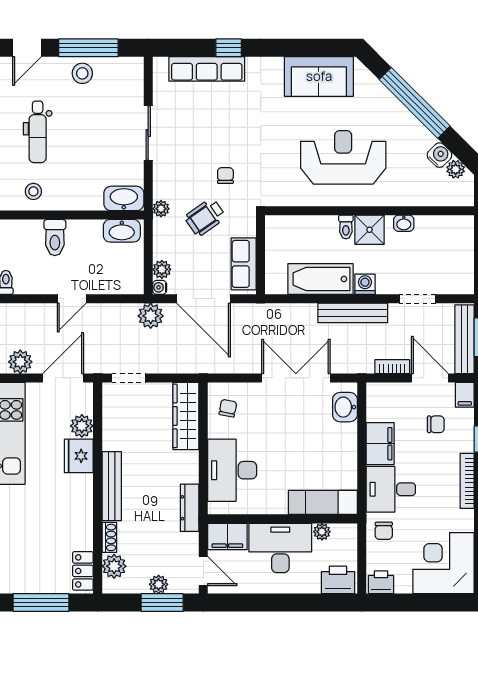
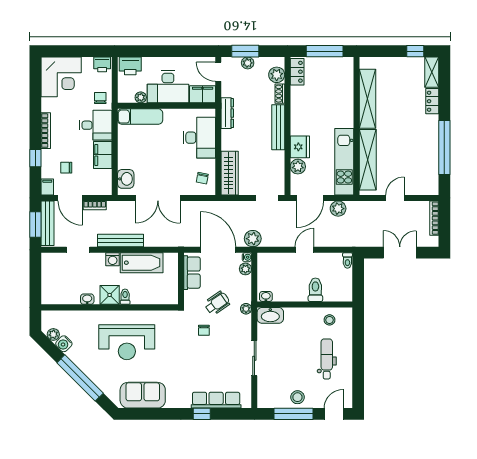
washbasin: (122, 231) -> (266, 297), width x0.52, depth x0.69

